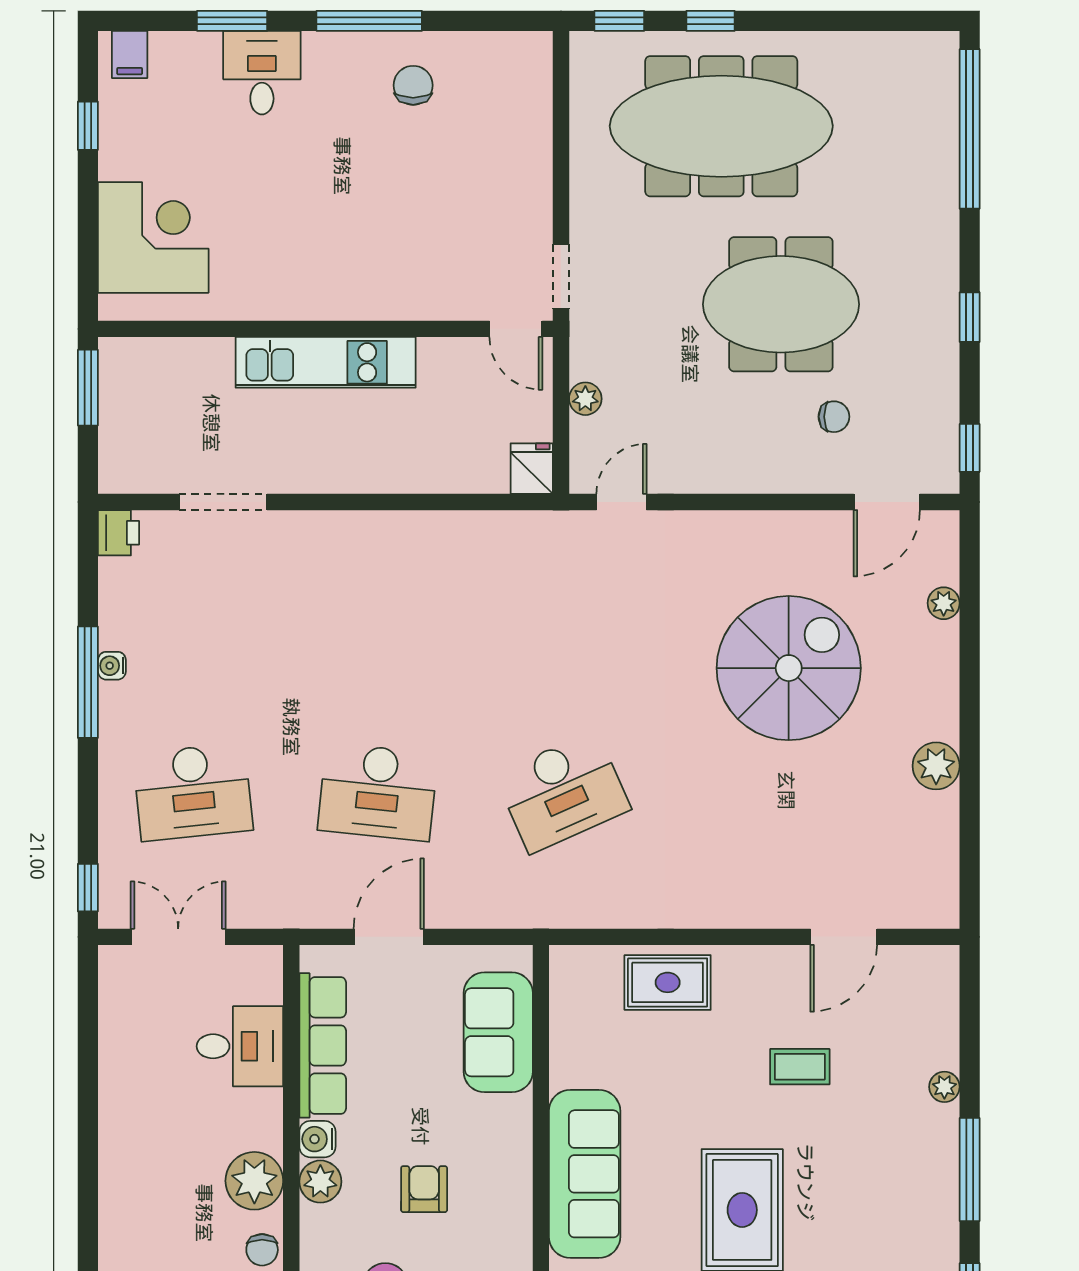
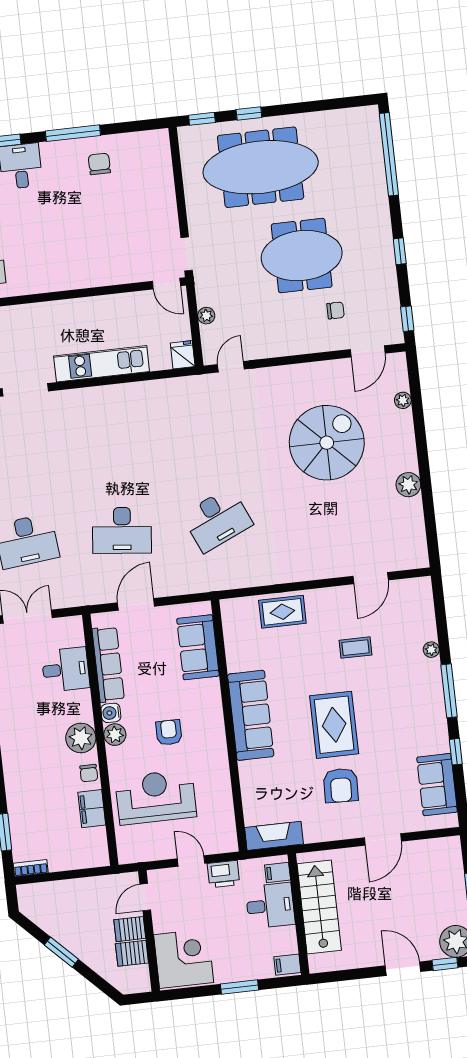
kitchen unit: (326, 362) -> (102, 364), moved, turned 180

